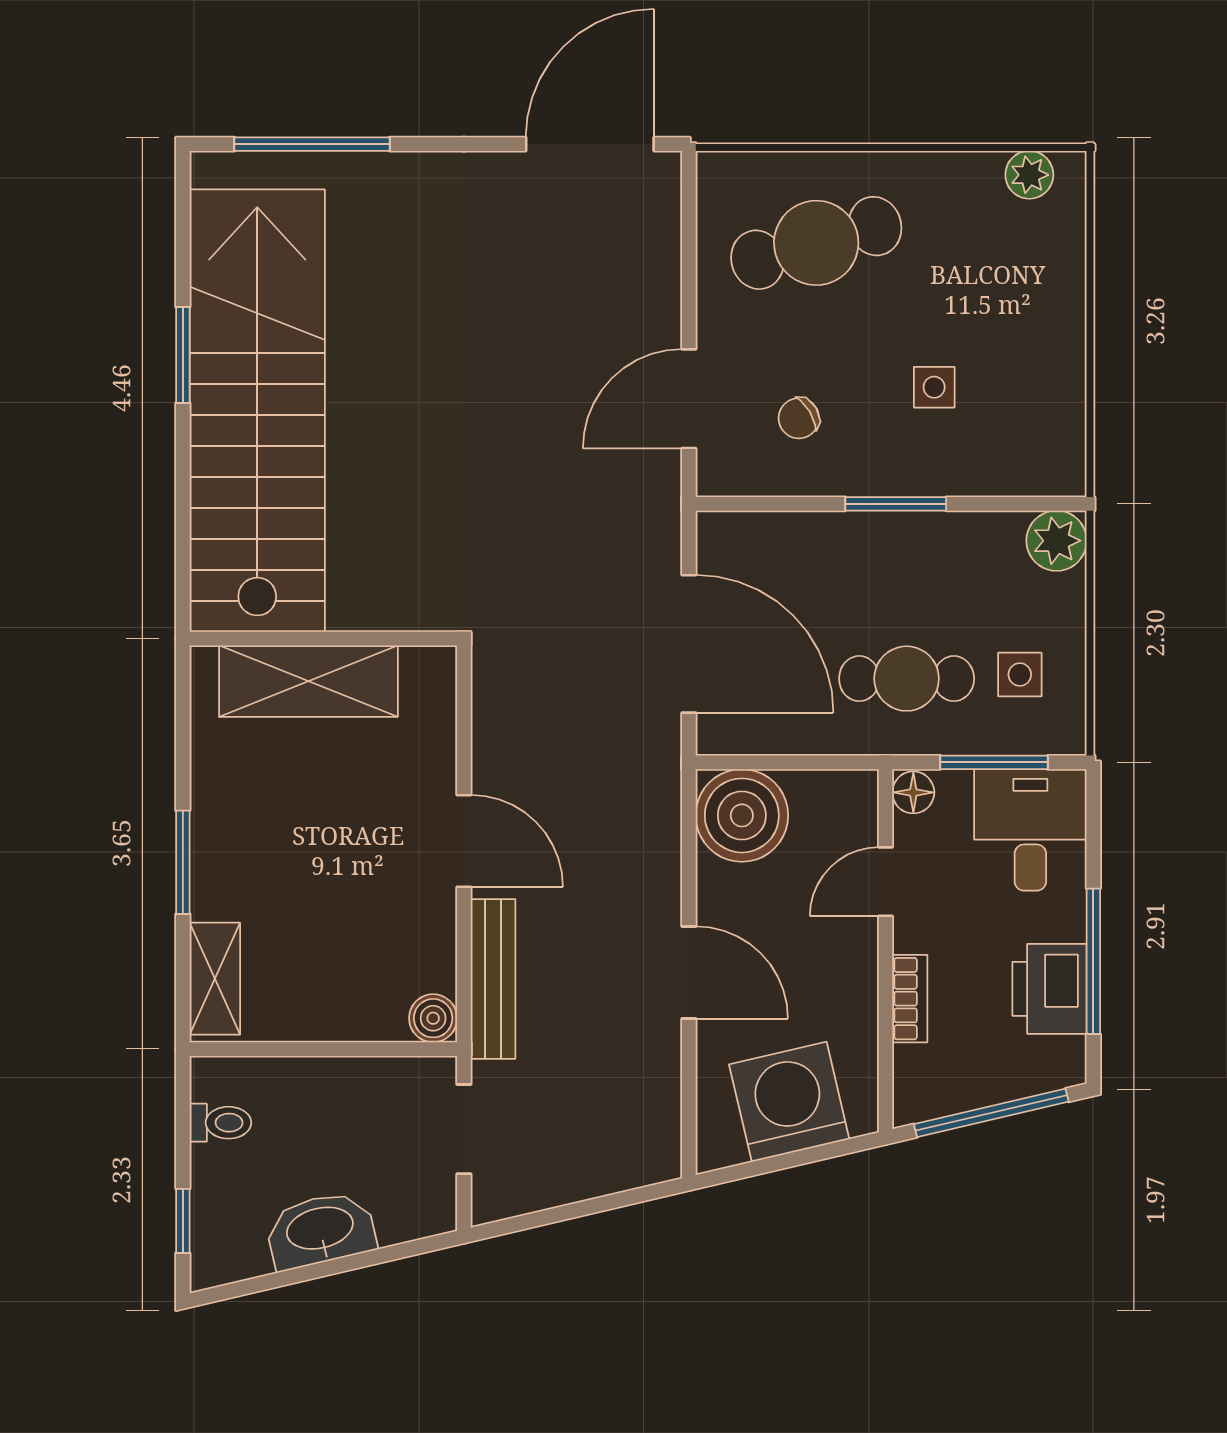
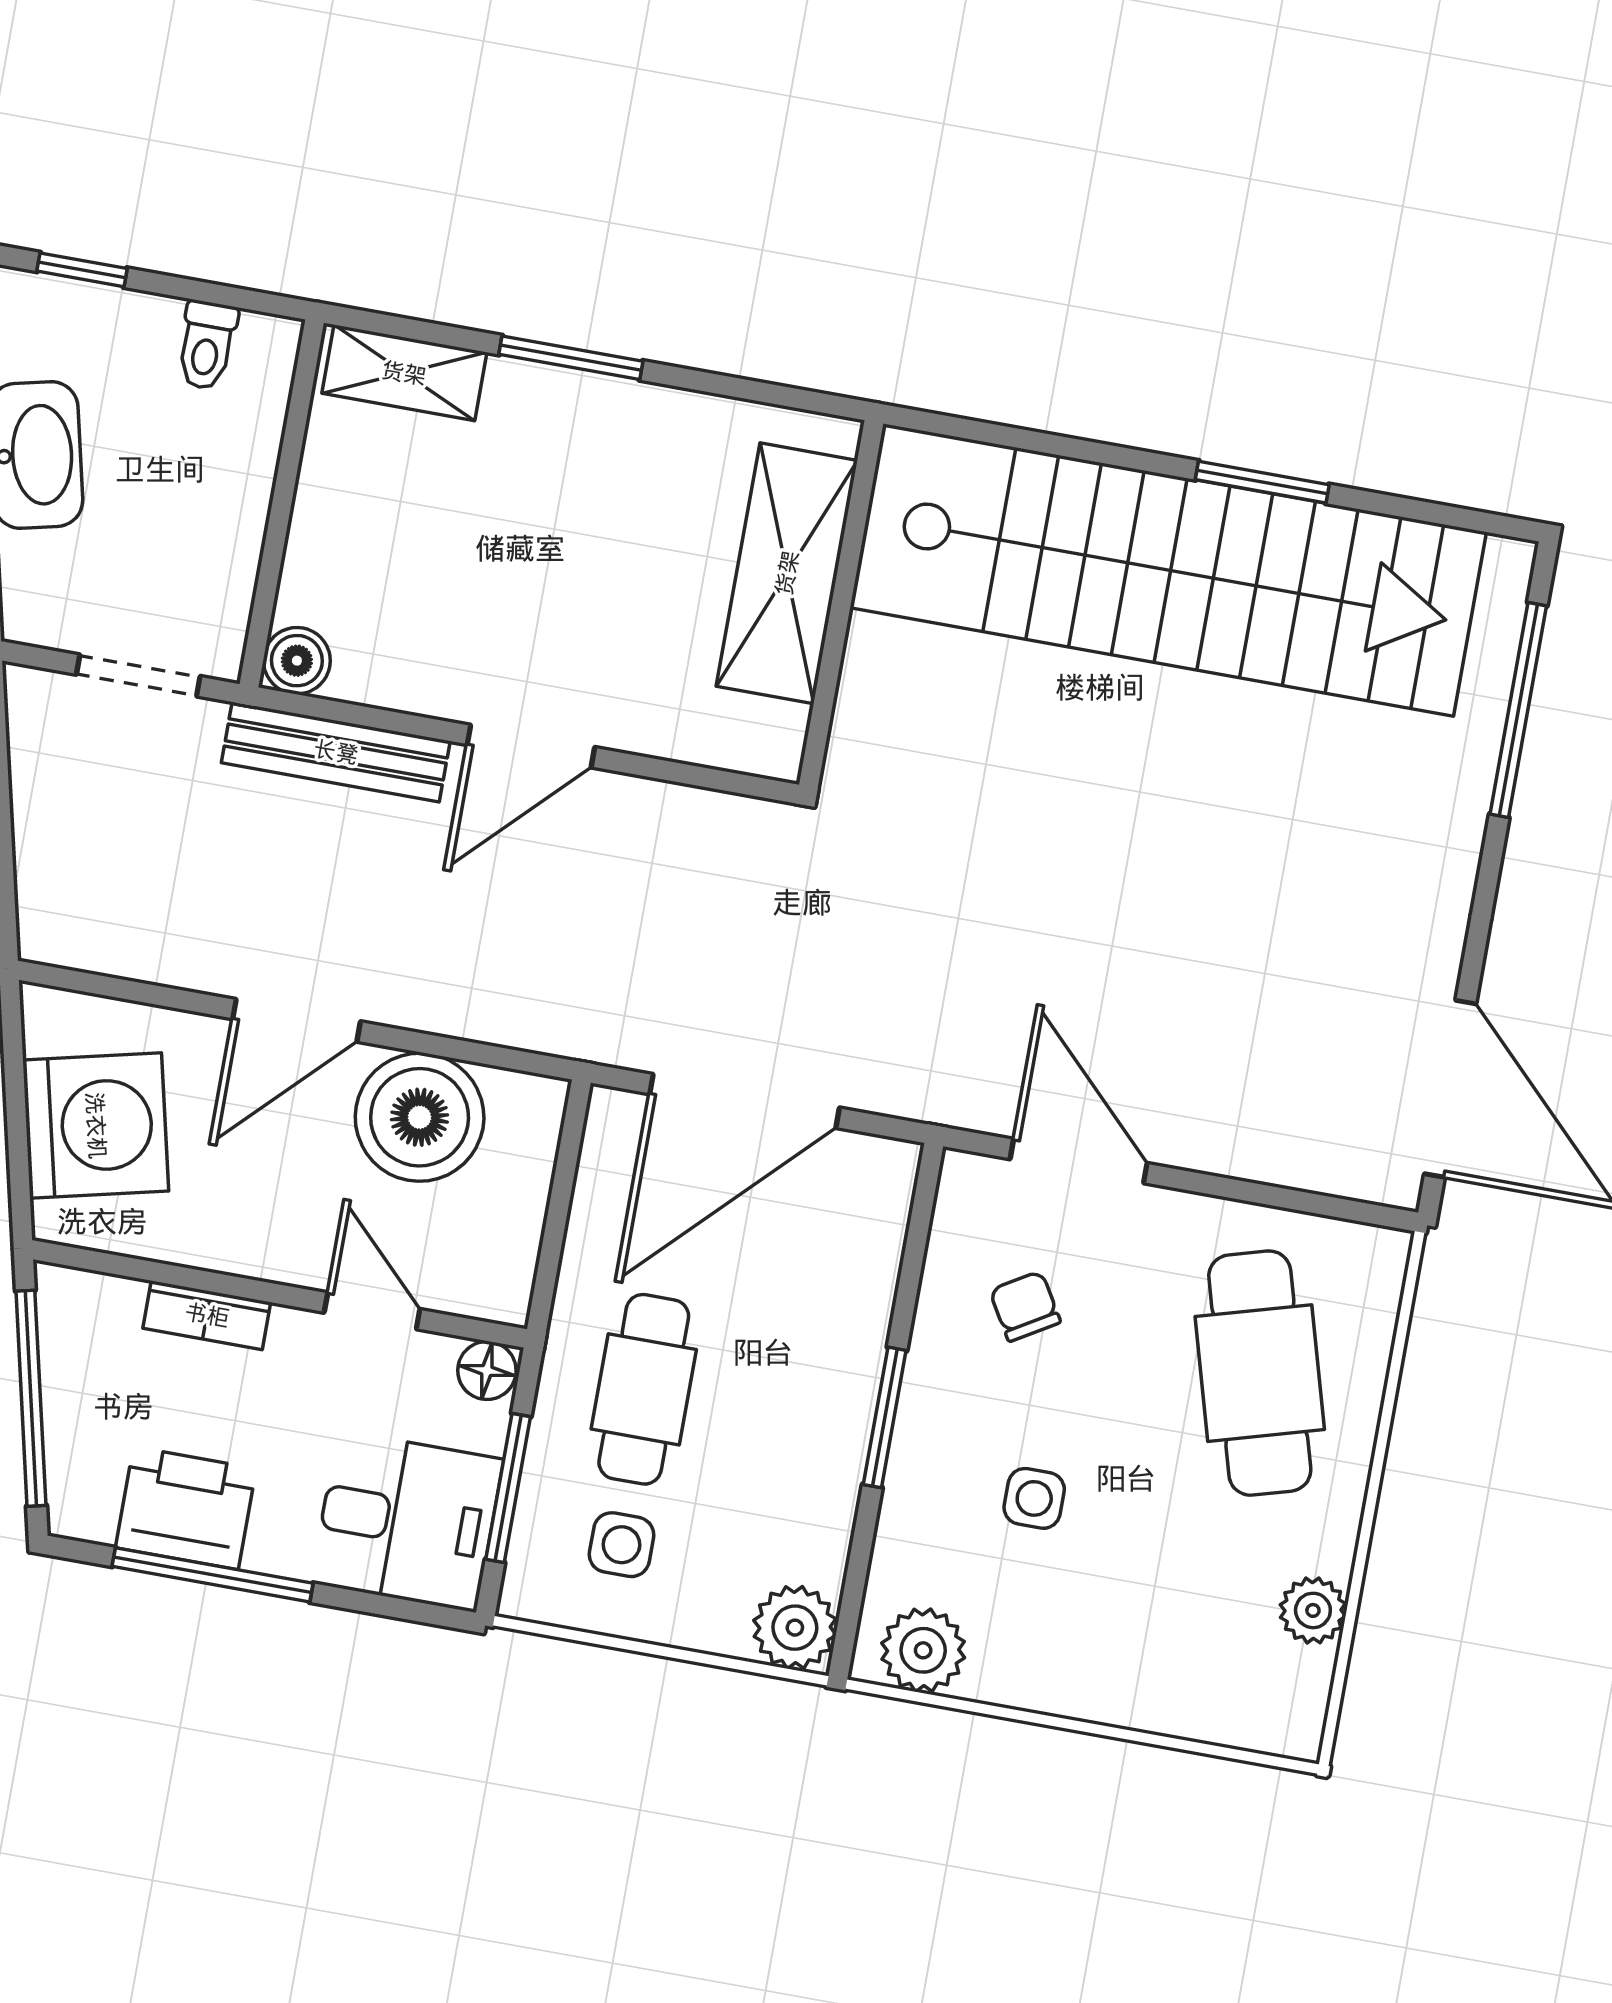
plant: (1029, 175) -> (1313, 1610), moved
plant: (1056, 447) -> (923, 1650), added
boiler: (742, 815) -> (420, 1117), moved

